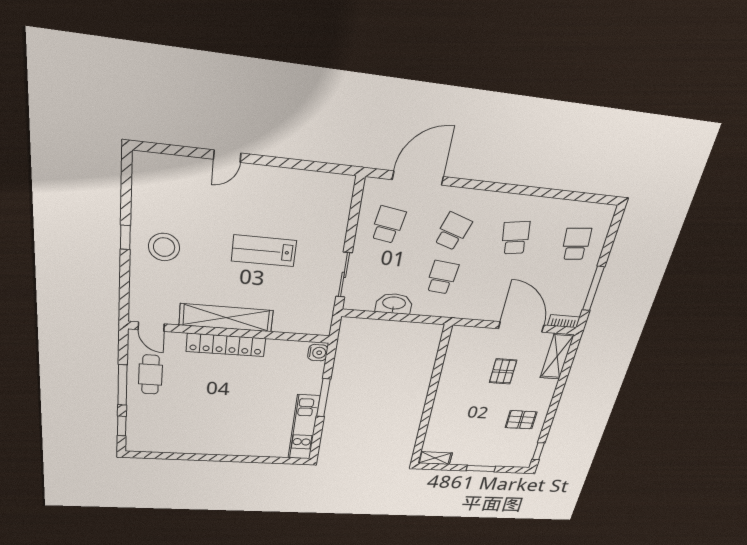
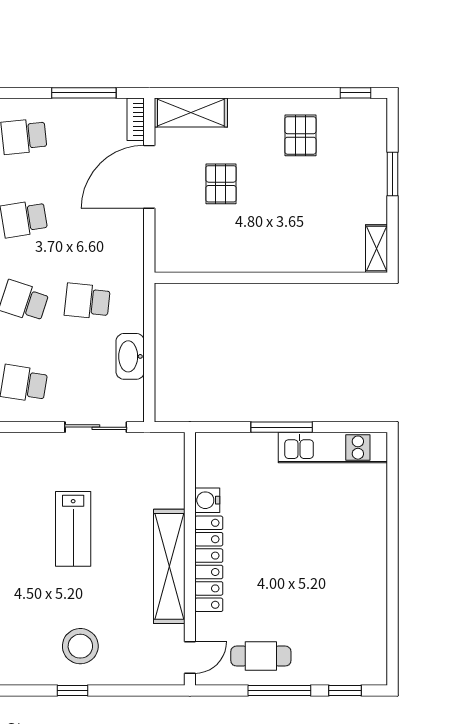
water cooler: (318, 353) -> (207, 500), moved, turned -90
pallet: (503, 371) -> (221, 184), turned 90

